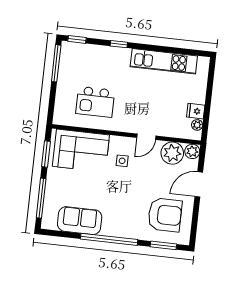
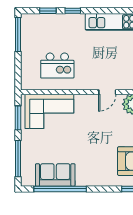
window: (77, 39) -> (48, 11), moved
side table: (122, 161) -> (88, 116), removed
window: (109, 239) -> (60, 189), moved

